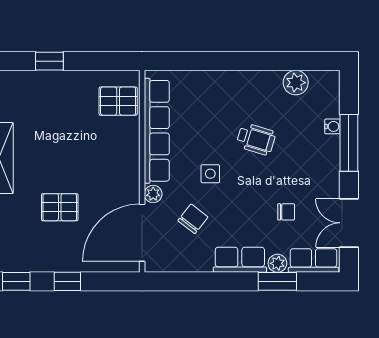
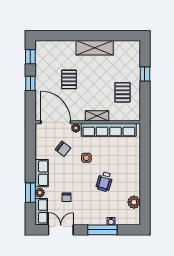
pallet: (118, 101) -> (123, 92), moved
shelving: (130, 153) -> (97, 116), added

